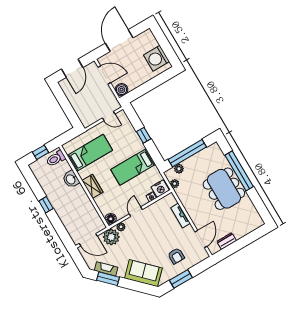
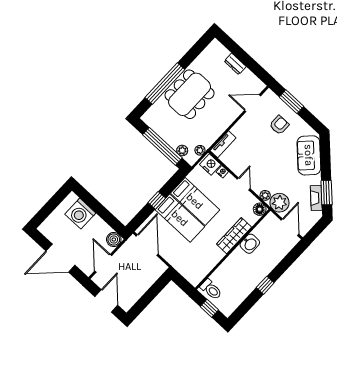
washing machine: (156, 58) -> (80, 214), moved, turned 90
door: (72, 68) -> (106, 301), hinge flipped
door: (109, 116) -> (147, 245), width x1.88
bed: (90, 153) -> (180, 218), moved, turned 180
washbasin: (71, 179) -> (250, 244), moved
wardrobe: (92, 186) -> (234, 236), width x1.50
door: (136, 212) -> (244, 184), swing flipped
tv unit: (181, 216) -> (223, 144), moved
dresser: (227, 241) -> (235, 64), moved
window: (181, 279) -> (291, 102), moved

